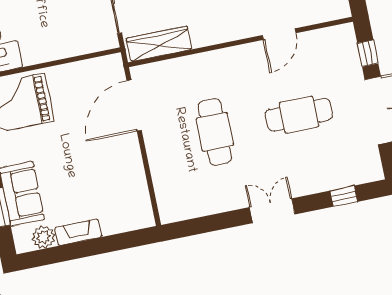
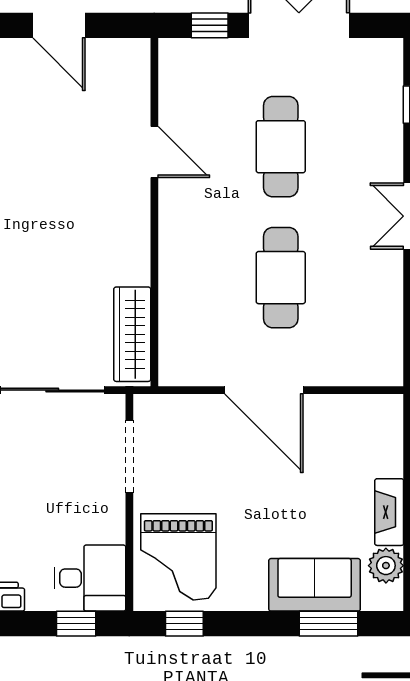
doorway: (80, 58) -> (129, 457), added
door: (134, 106) -> (264, 390), moved
cafe table: (215, 132) -> (281, 278), turned 90

